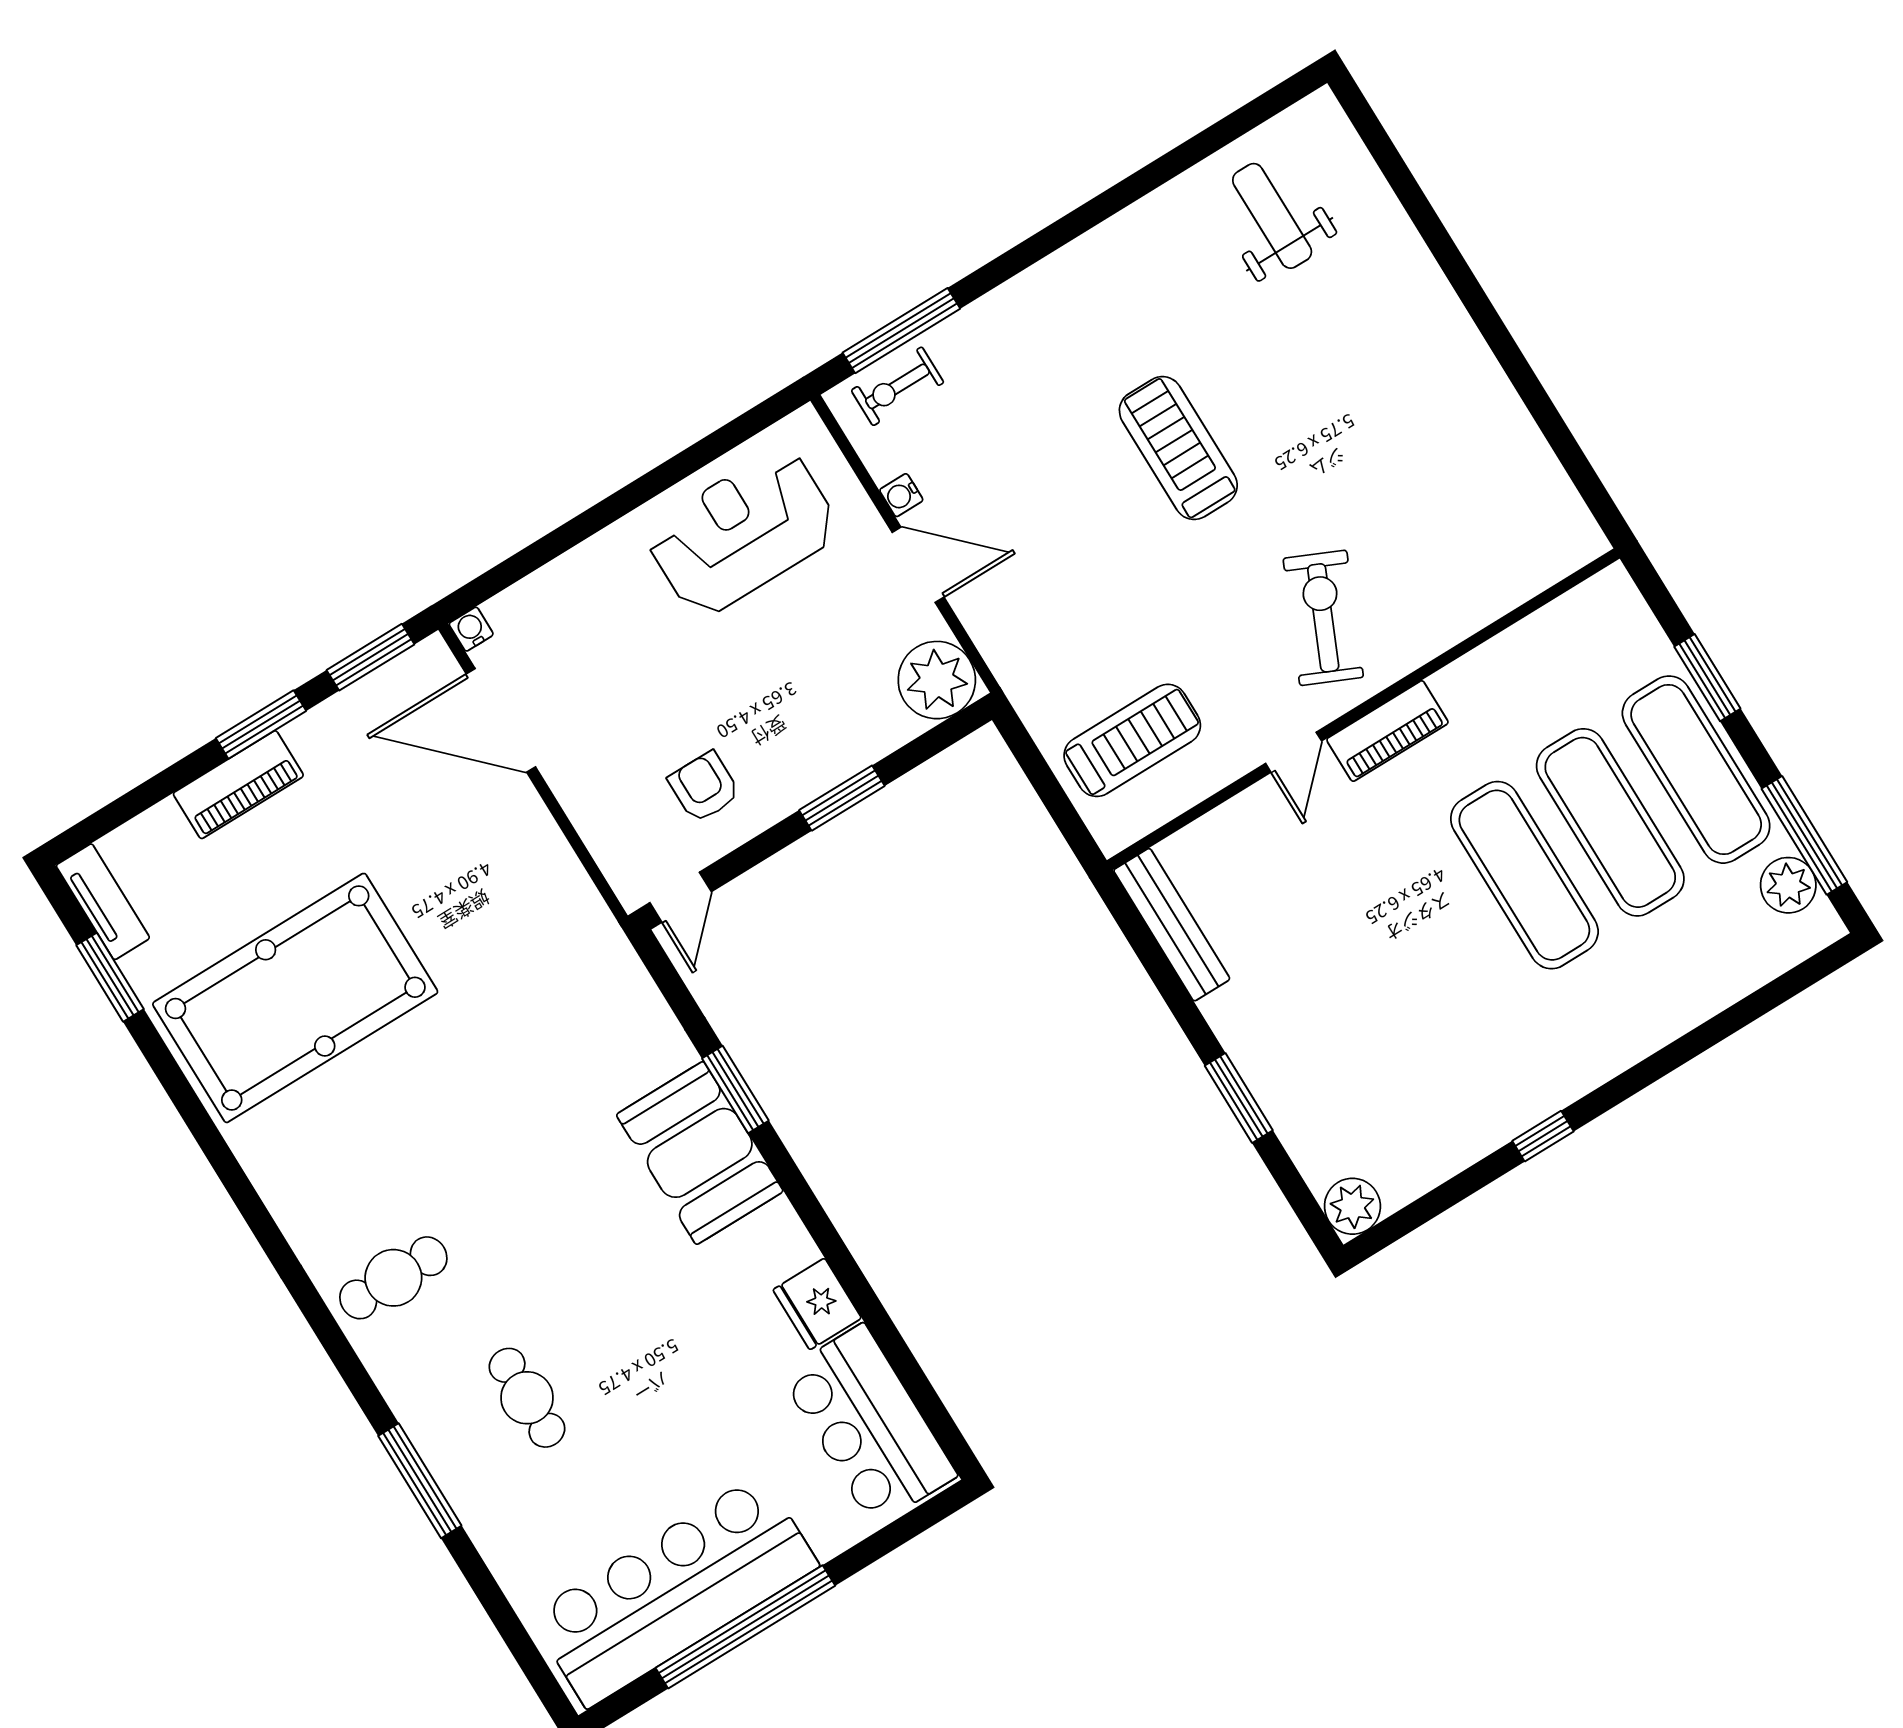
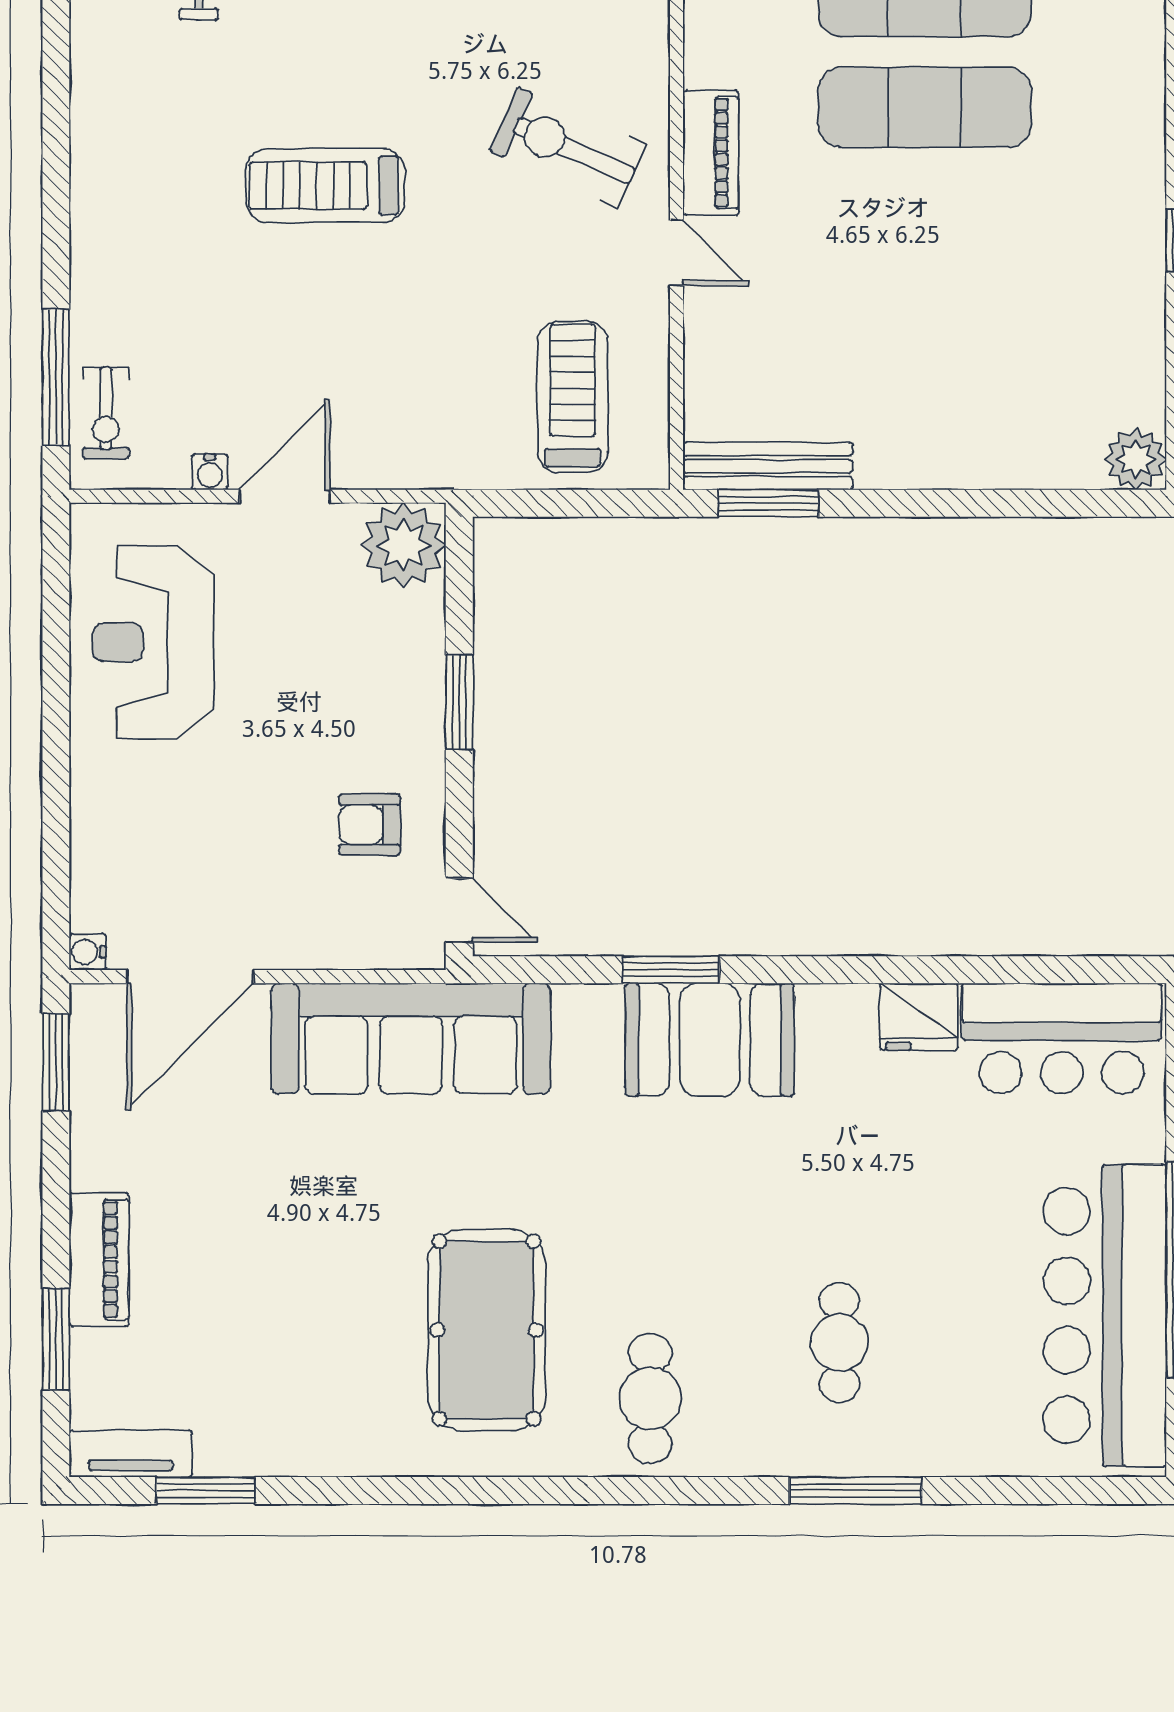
window: (261, 725) -> (56, 1339), moved
sofa: (558, 921) -> (411, 1038), added
pool table: (295, 998) -> (487, 1330), moved, width x0.73, depth x0.76
window: (1239, 1098) -> (768, 503), moved
cafe table: (527, 1398) -> (839, 1342), turned 90

